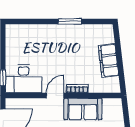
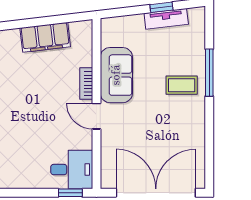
desk: (24, 79) -> (72, 170), width x0.73

